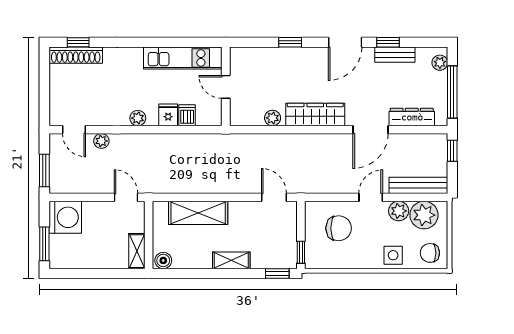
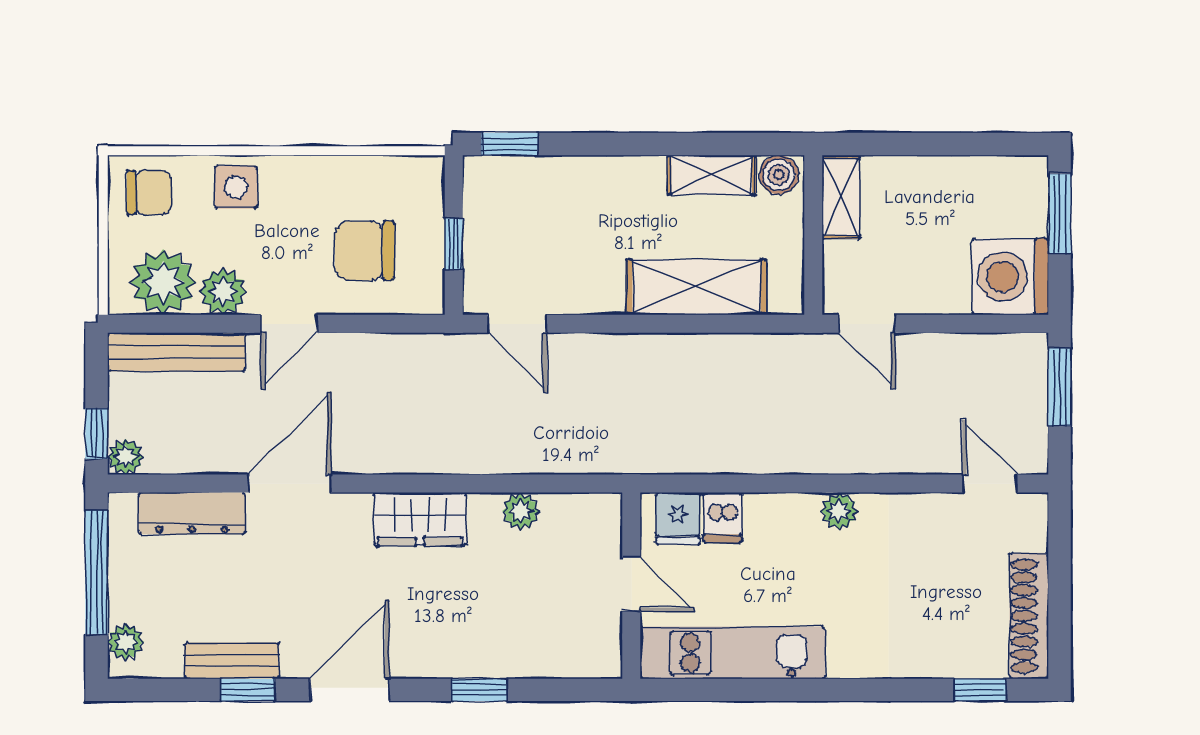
shoe rack: (76, 55) -> (1029, 616), moved, turned -90
fridge: (168, 115) -> (678, 518), moved
wardrobe: (315, 115) -> (420, 519), width x0.67
plant: (101, 141) -> (126, 457), moved
window: (301, 252) -> (454, 244), moved
shelving: (231, 260) -> (712, 175), moved

